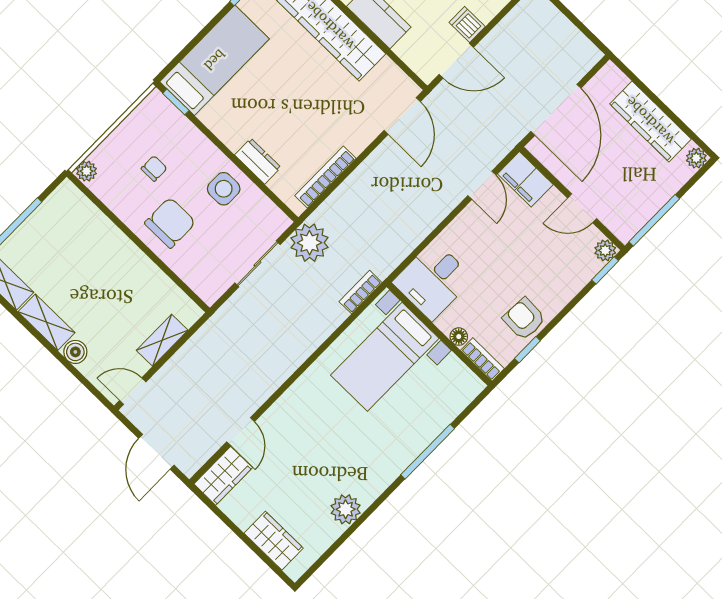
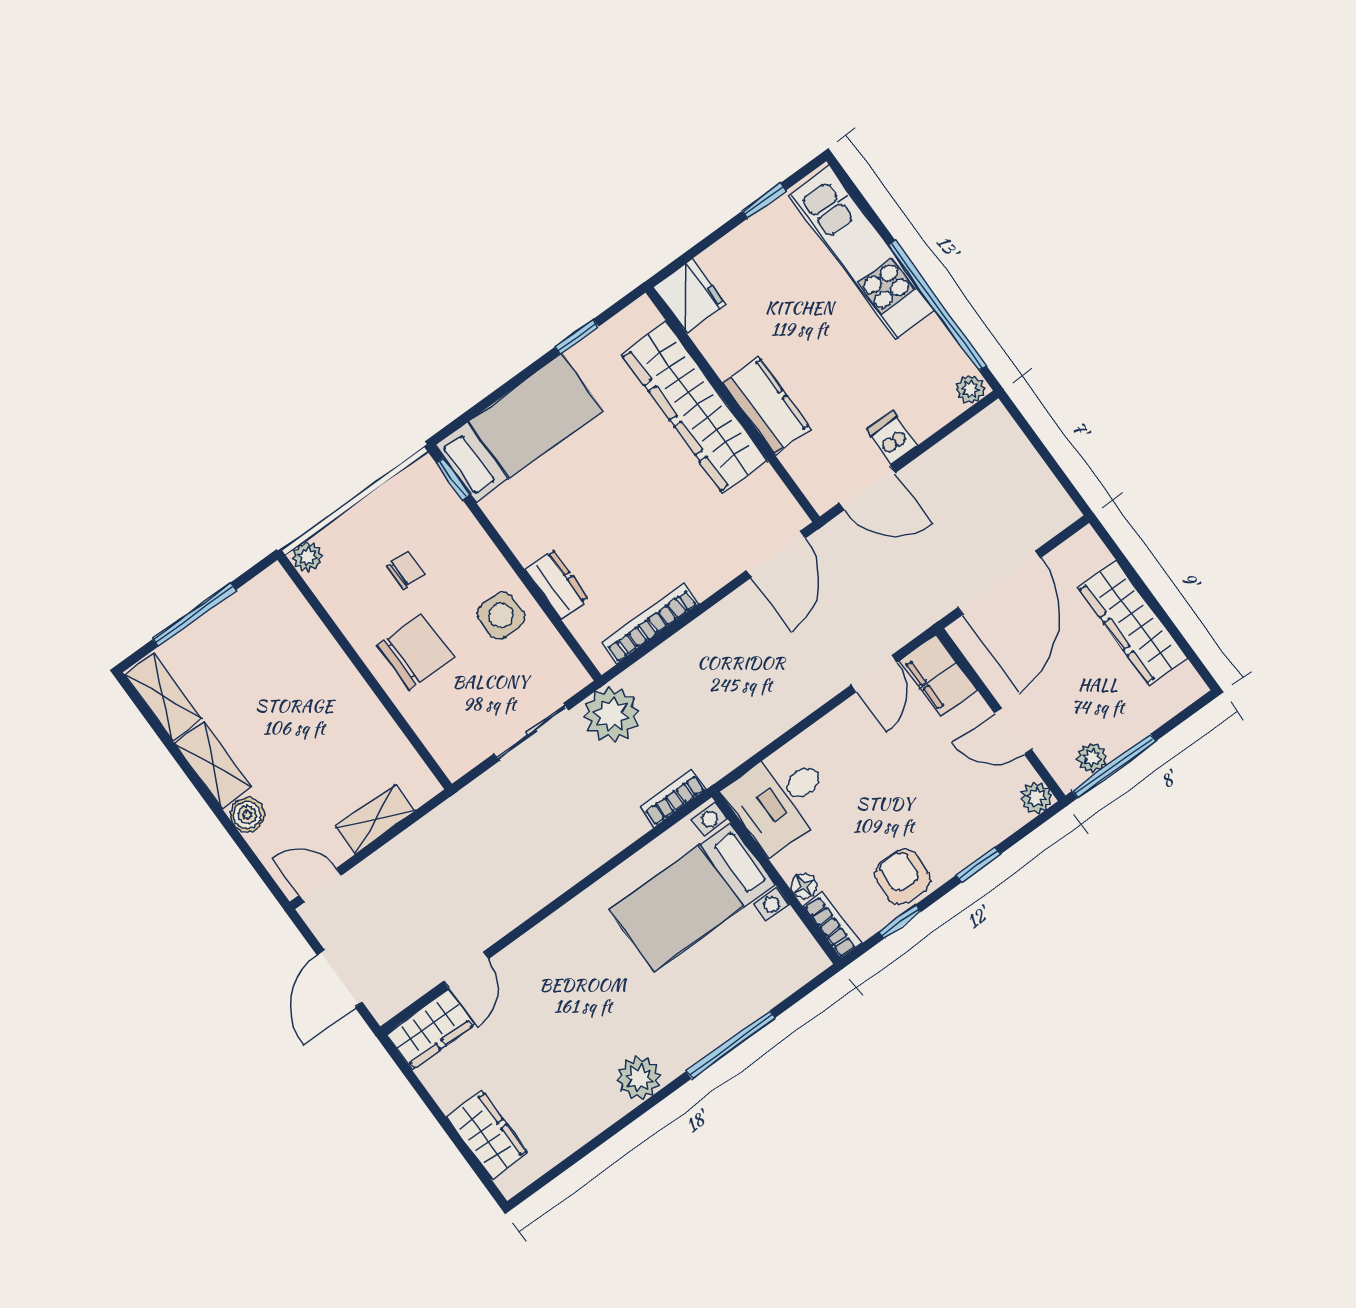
plant: (696, 158) -> (1092, 758), moved
window: (605, 270) -> (978, 864), moved
plant: (346, 509) -> (639, 1078), moved

